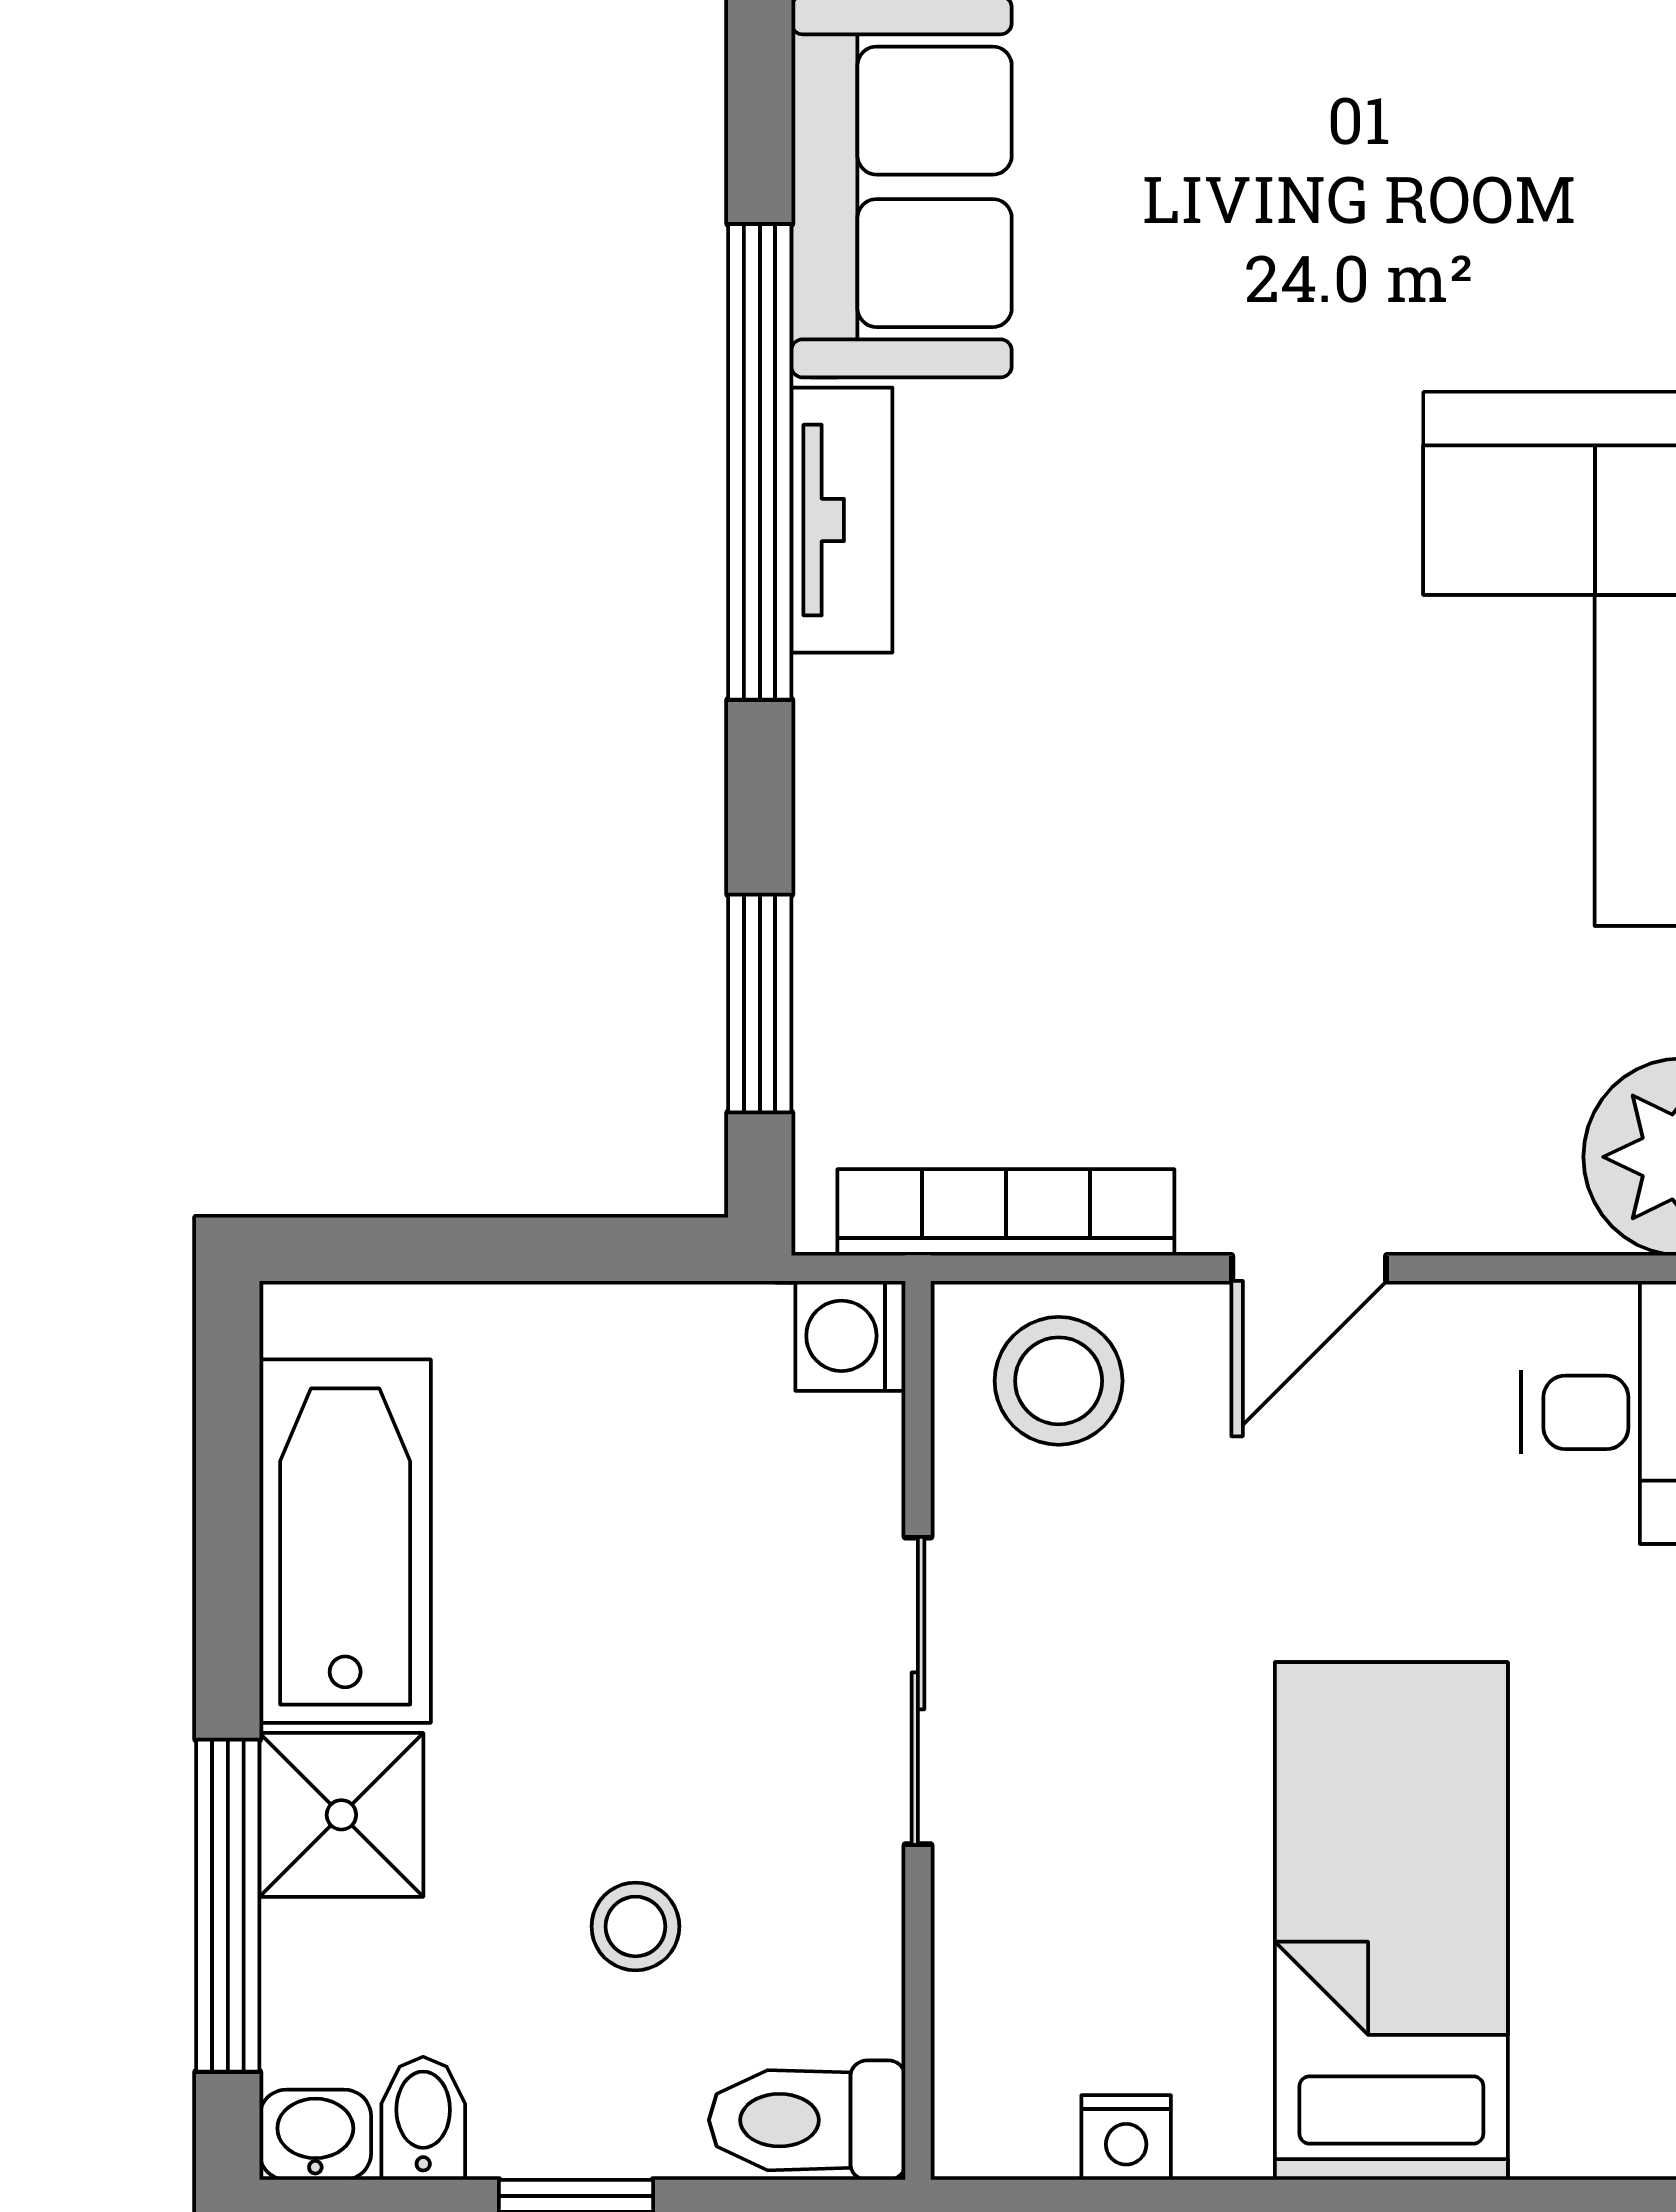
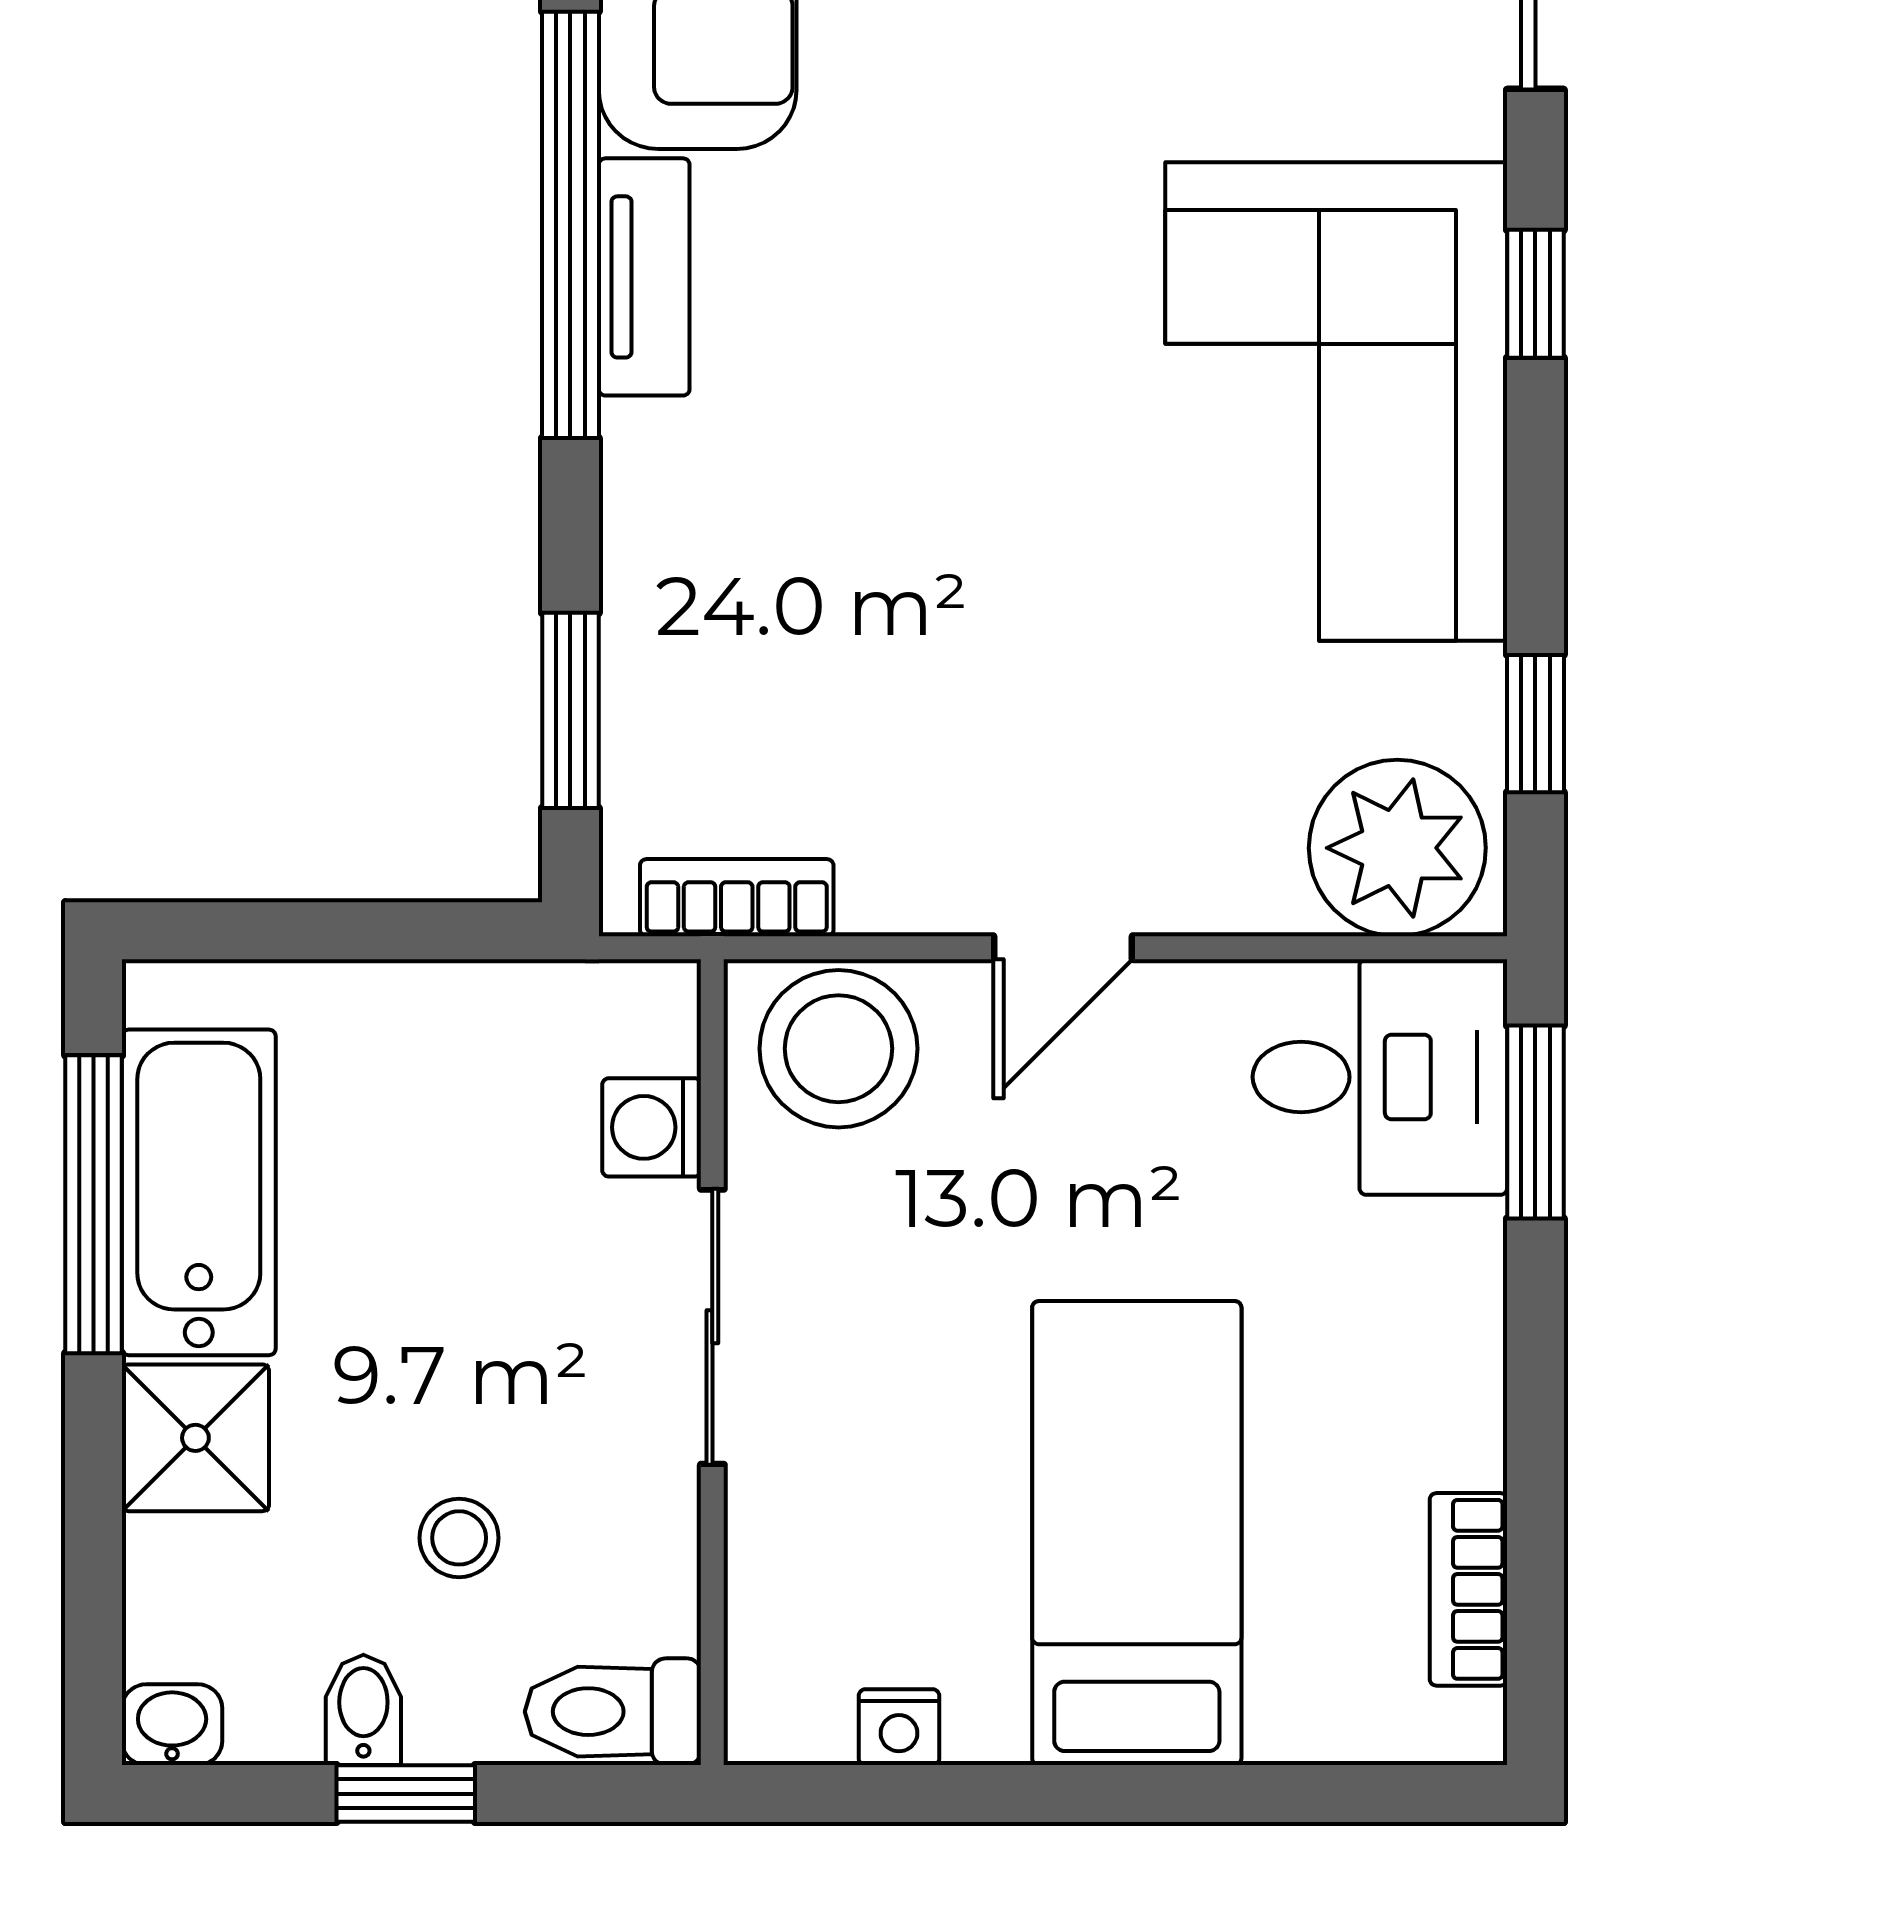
bookcase: (1006, 1212) -> (737, 898), width x0.64
washing machine: (850, 1336) -> (652, 1127), moved
stool: (1059, 1381) -> (838, 1049), width x1.38, depth x1.38
window: (228, 1906) -> (94, 1204), moved
bidet: (423, 2118) -> (363, 1710), moved

